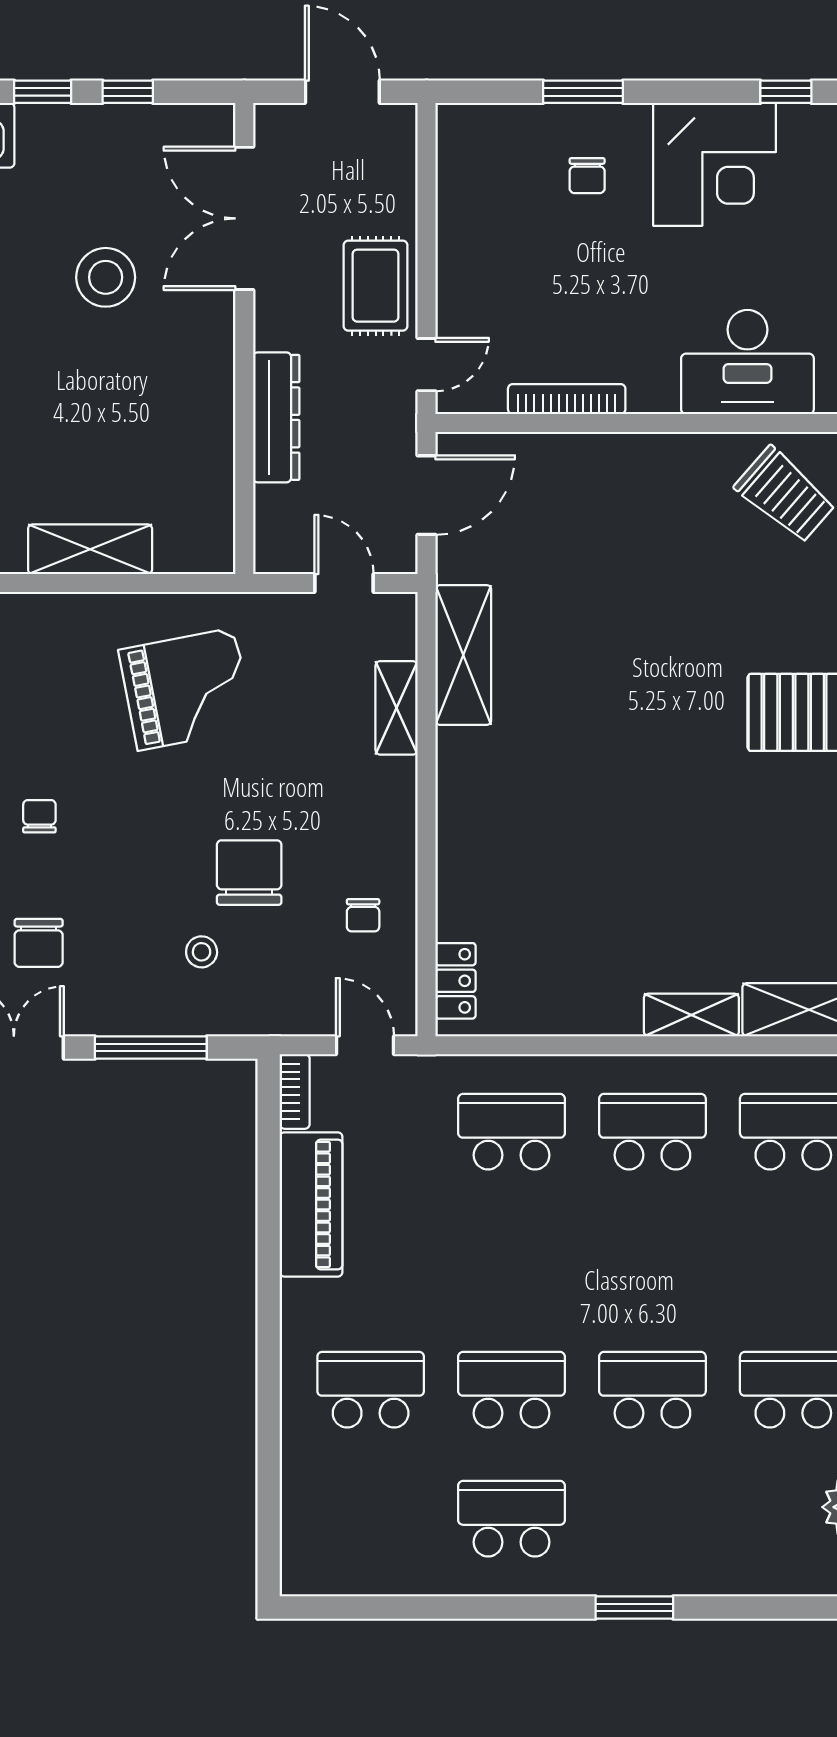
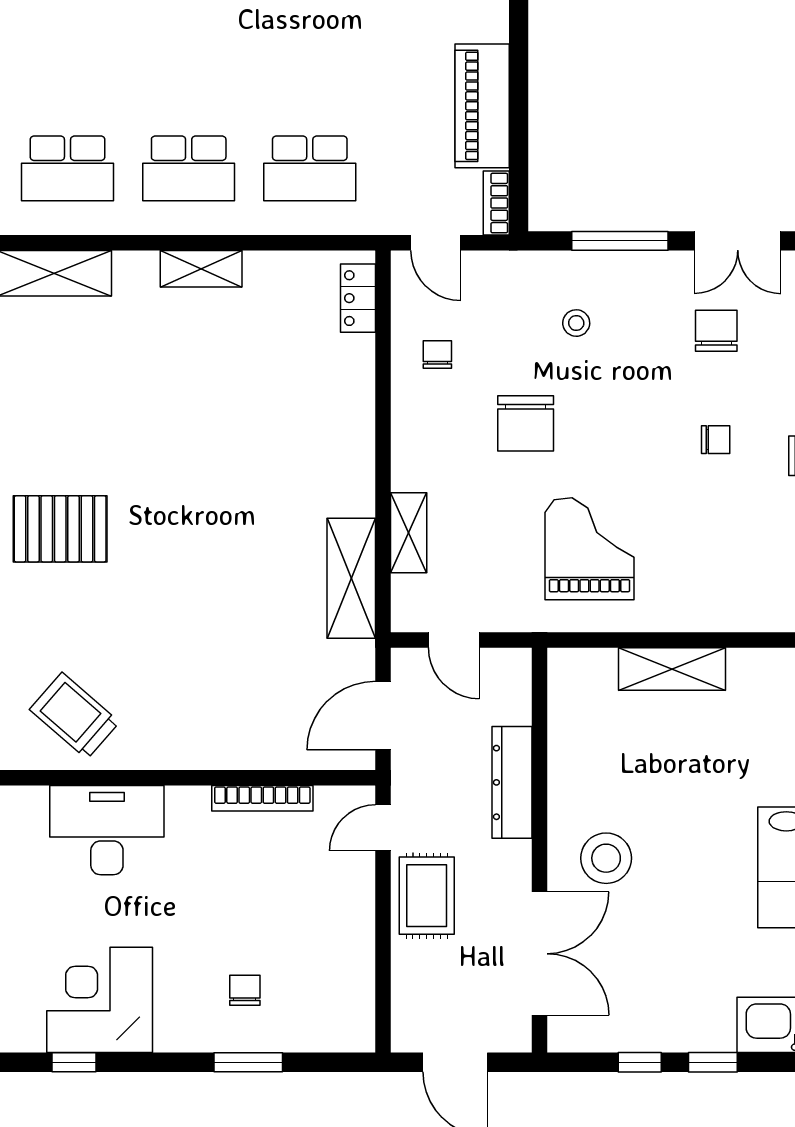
corner desk: (715, 164) -> (100, 1000), moved
stool: (106, 277) -> (606, 858), moved
grand piano: (186, 689) -> (589, 549), turned 101
chair: (39, 816) -> (716, 440), turned -90
chair: (249, 873) -> (526, 423), moved
shelving: (691, 1015) -> (201, 269), moved

